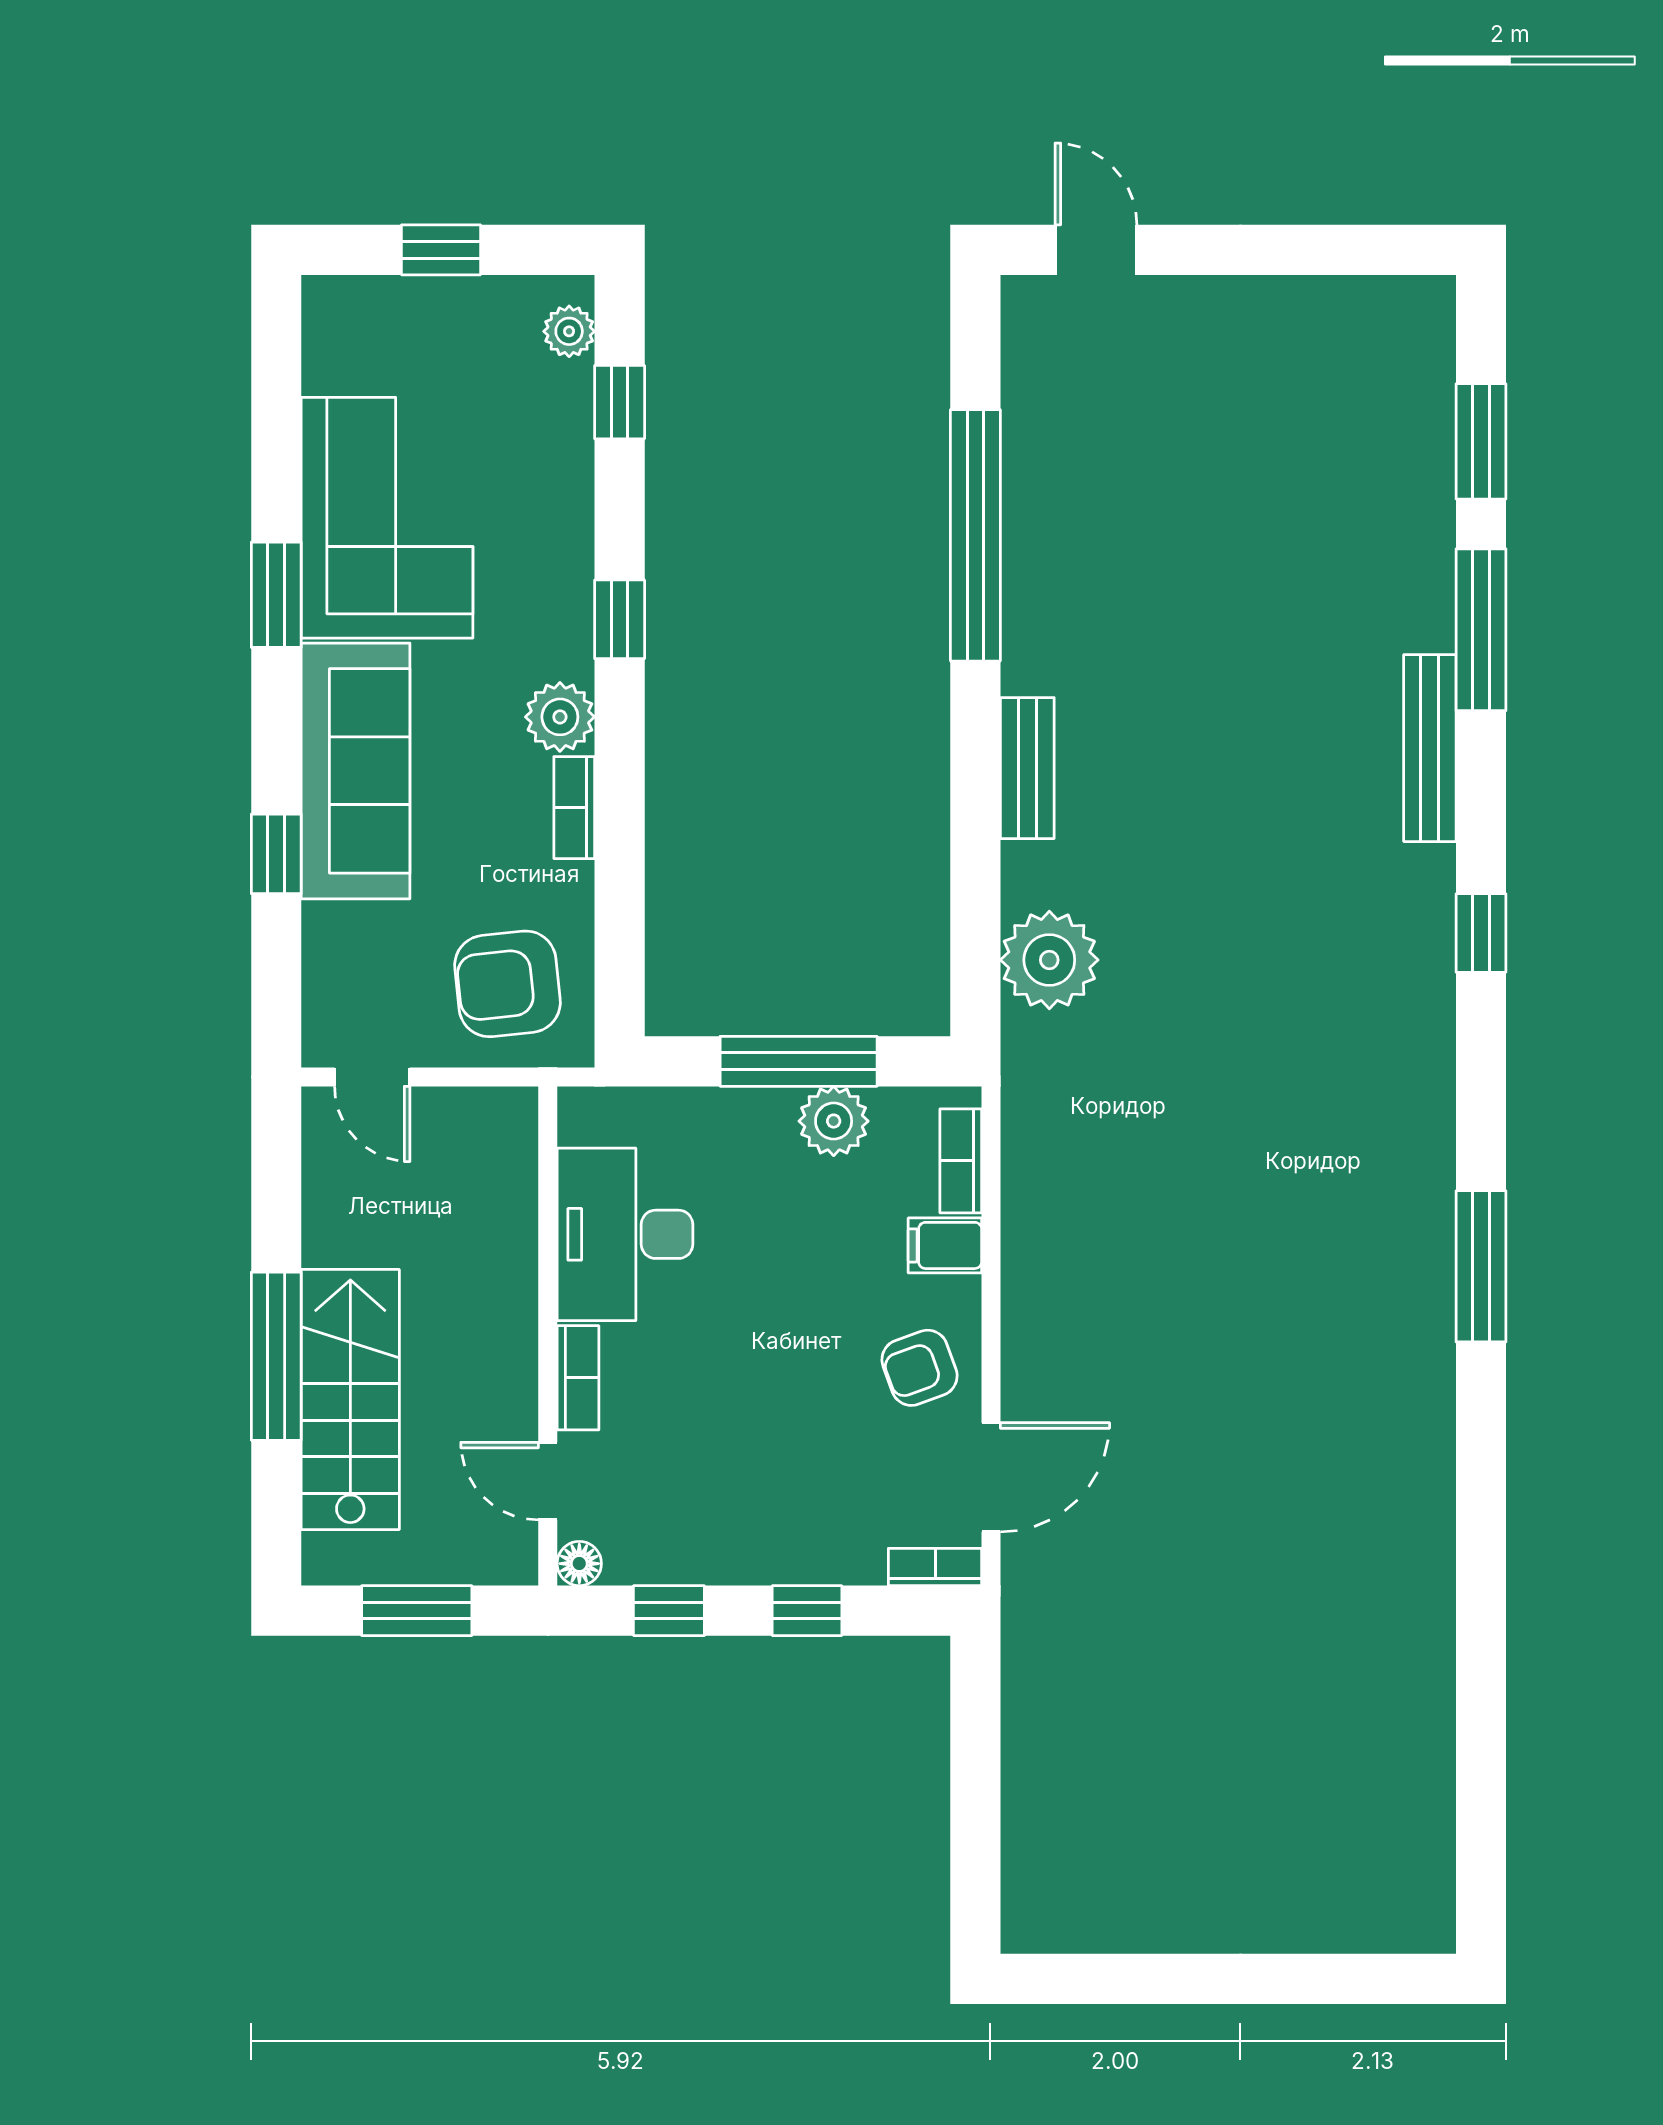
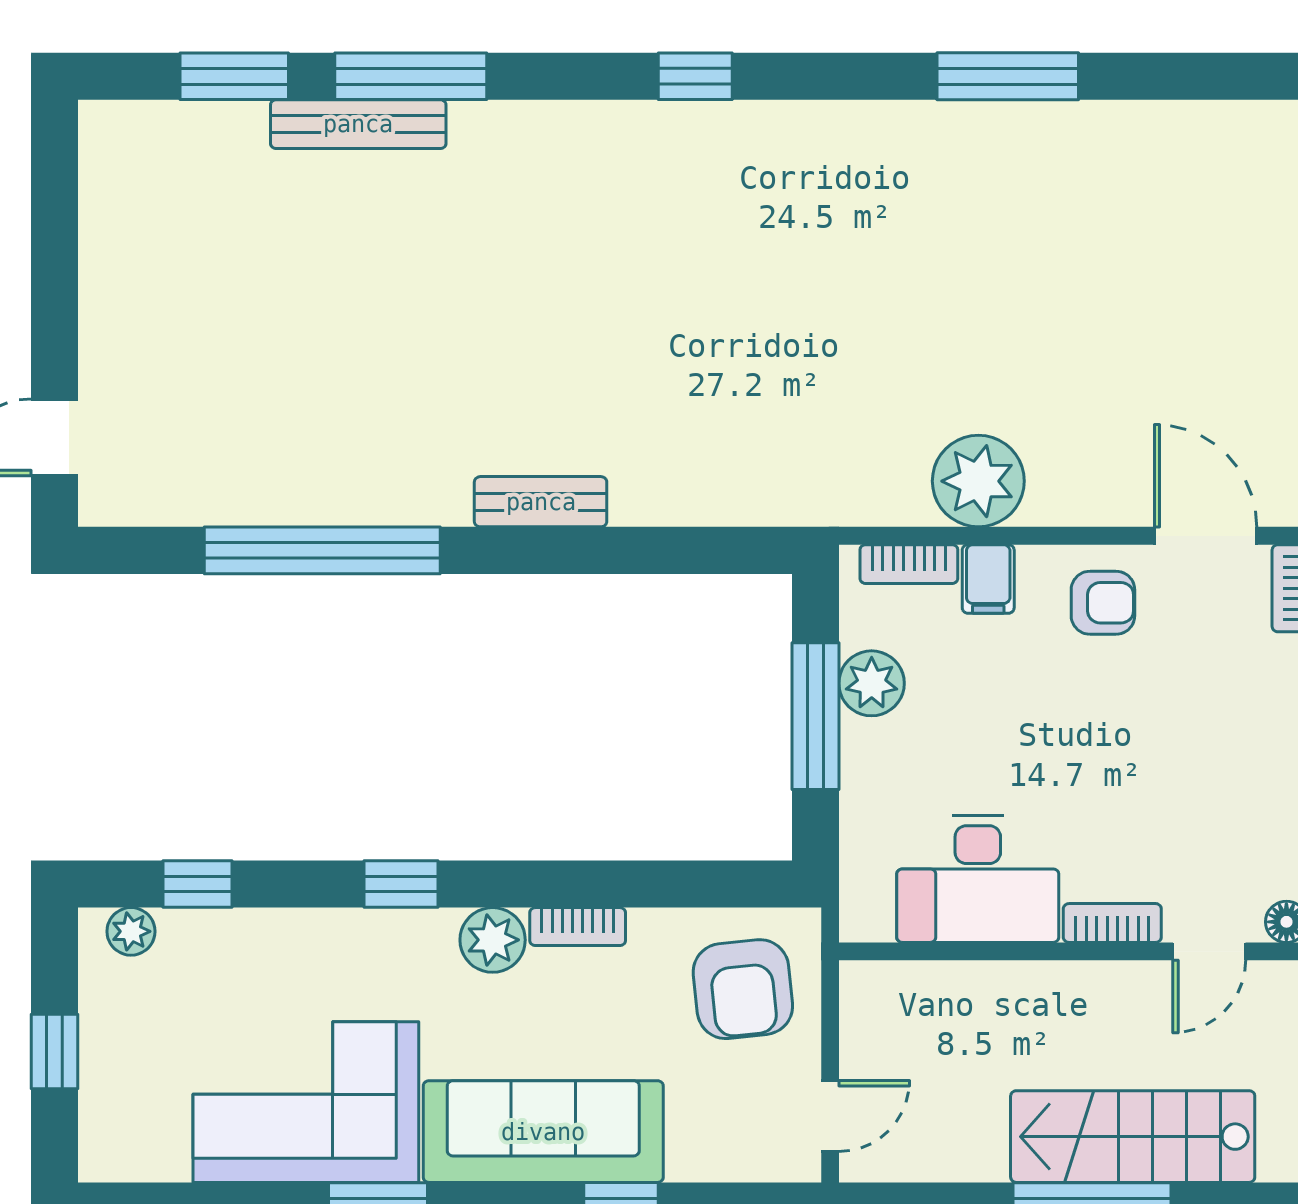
bench: (1430, 748) -> (358, 124), moved
plant: (1049, 960) -> (978, 481), moved
armchair: (920, 1368) -> (1103, 603), turned -70

